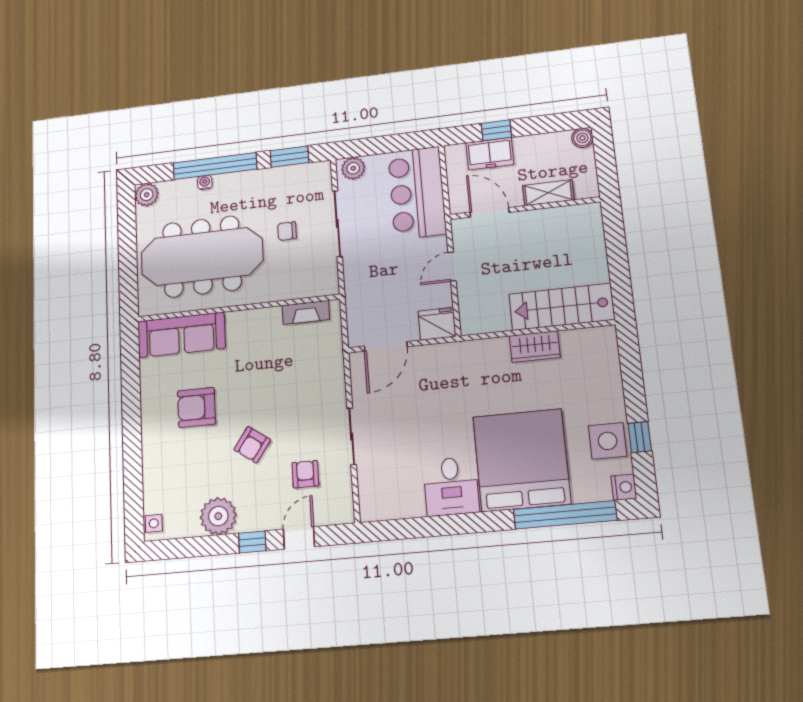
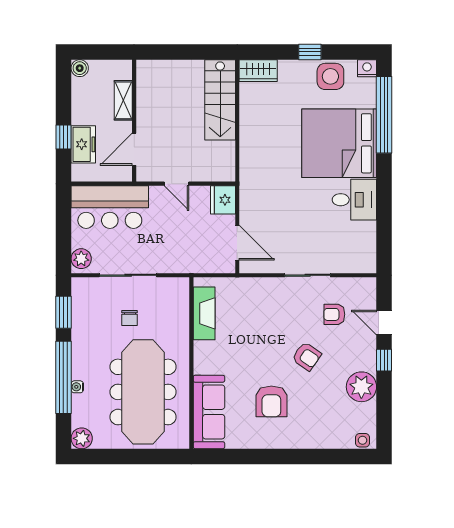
fireplace: (306, 312) -> (204, 313), width x1.37, depth x1.32
wardrobe: (535, 347) -> (258, 71), moved, turned 90
window: (640, 437) -> (310, 52), moved

